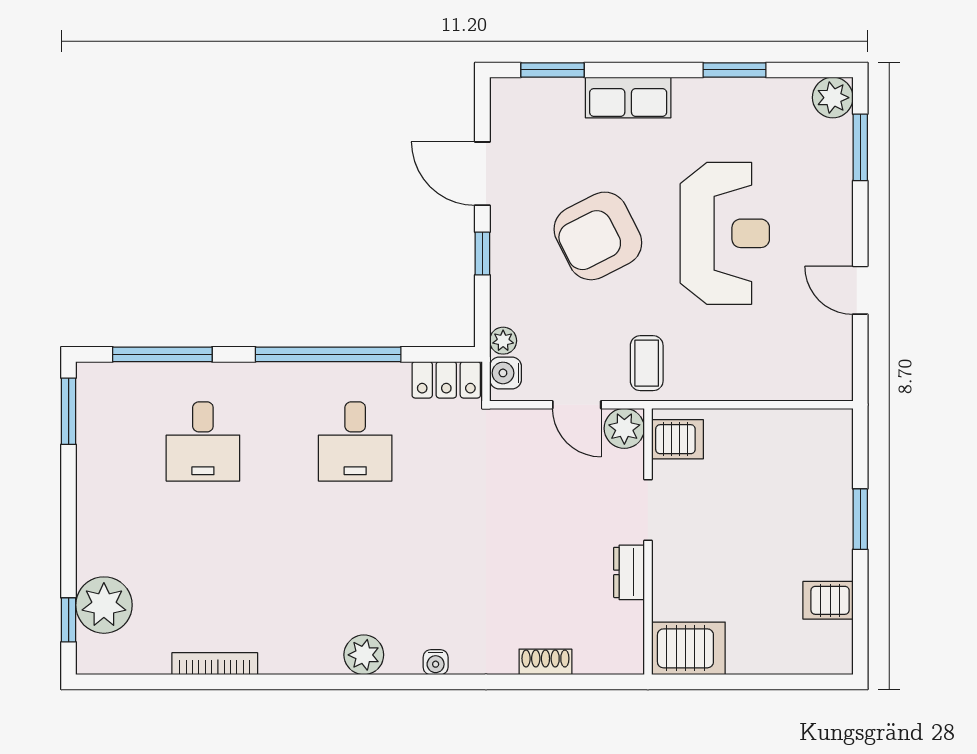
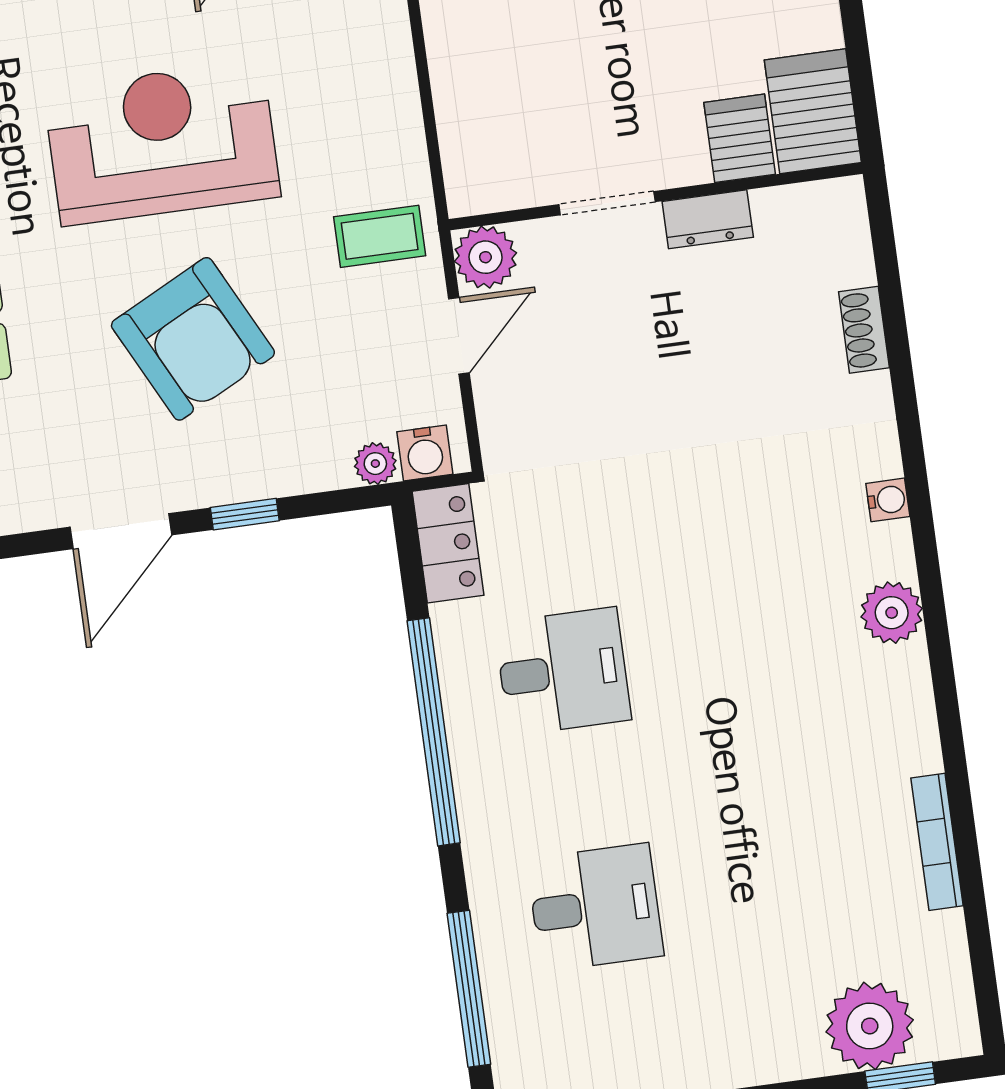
server rack: (678, 439) -> (740, 138), moved

